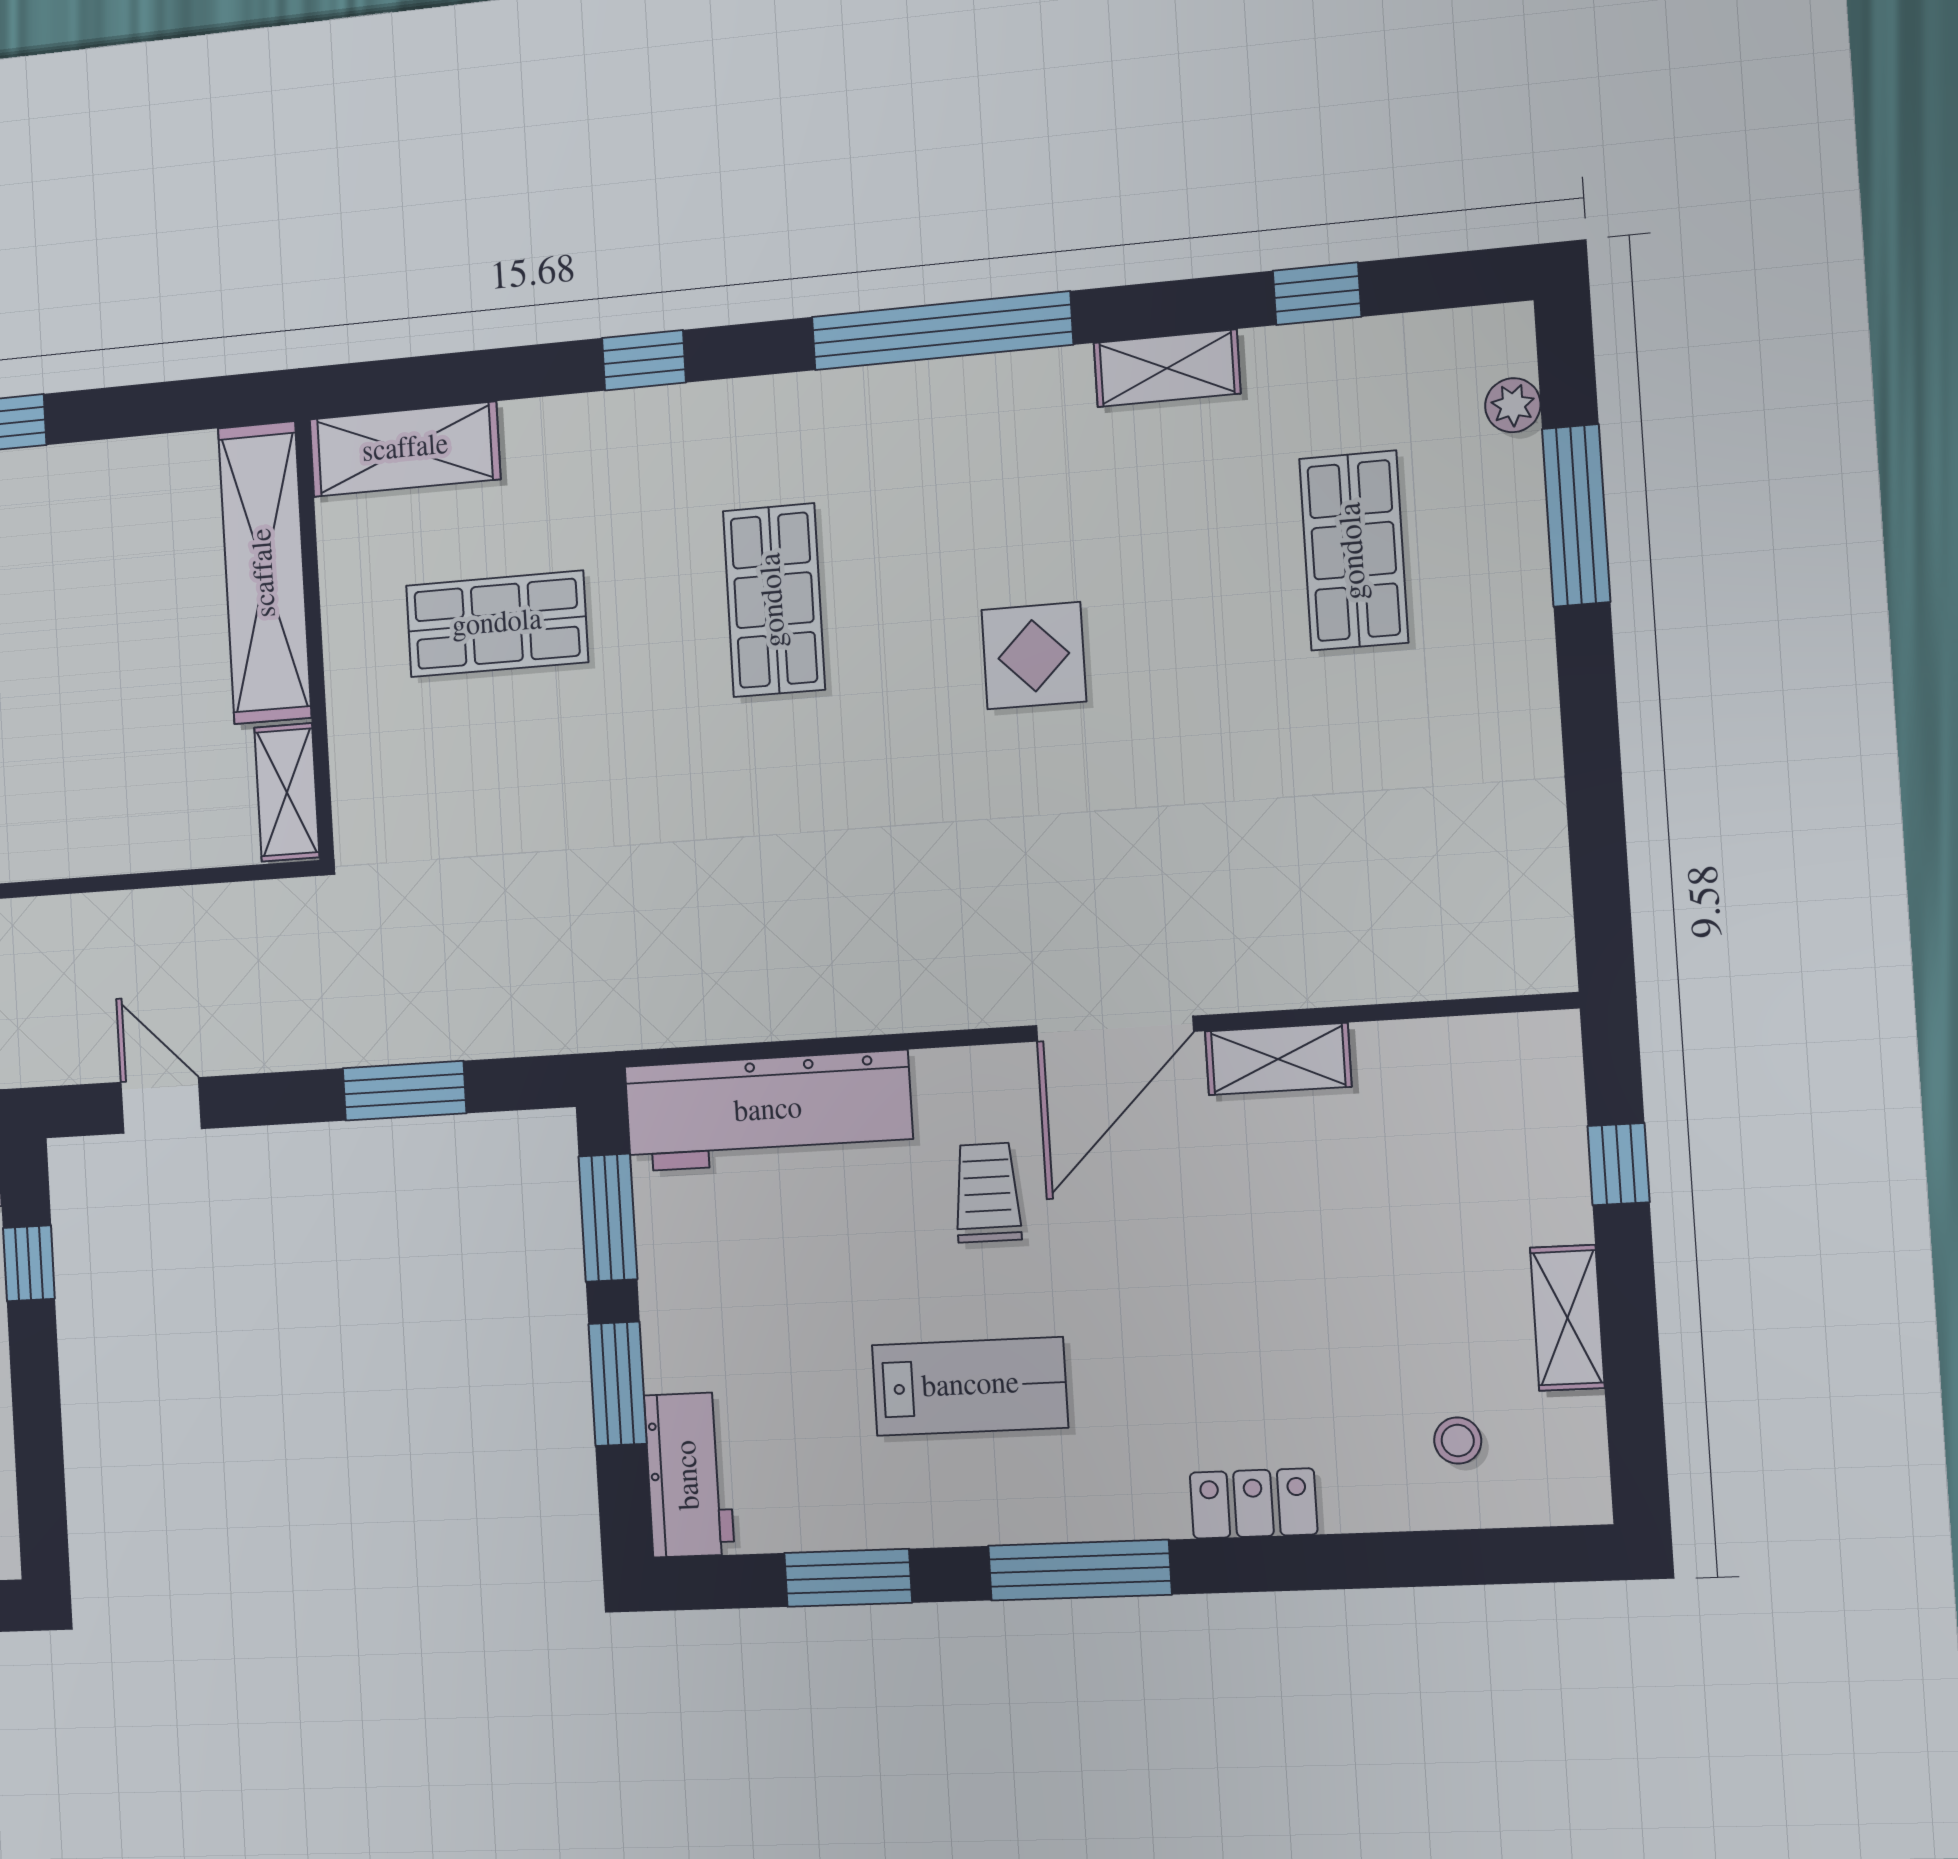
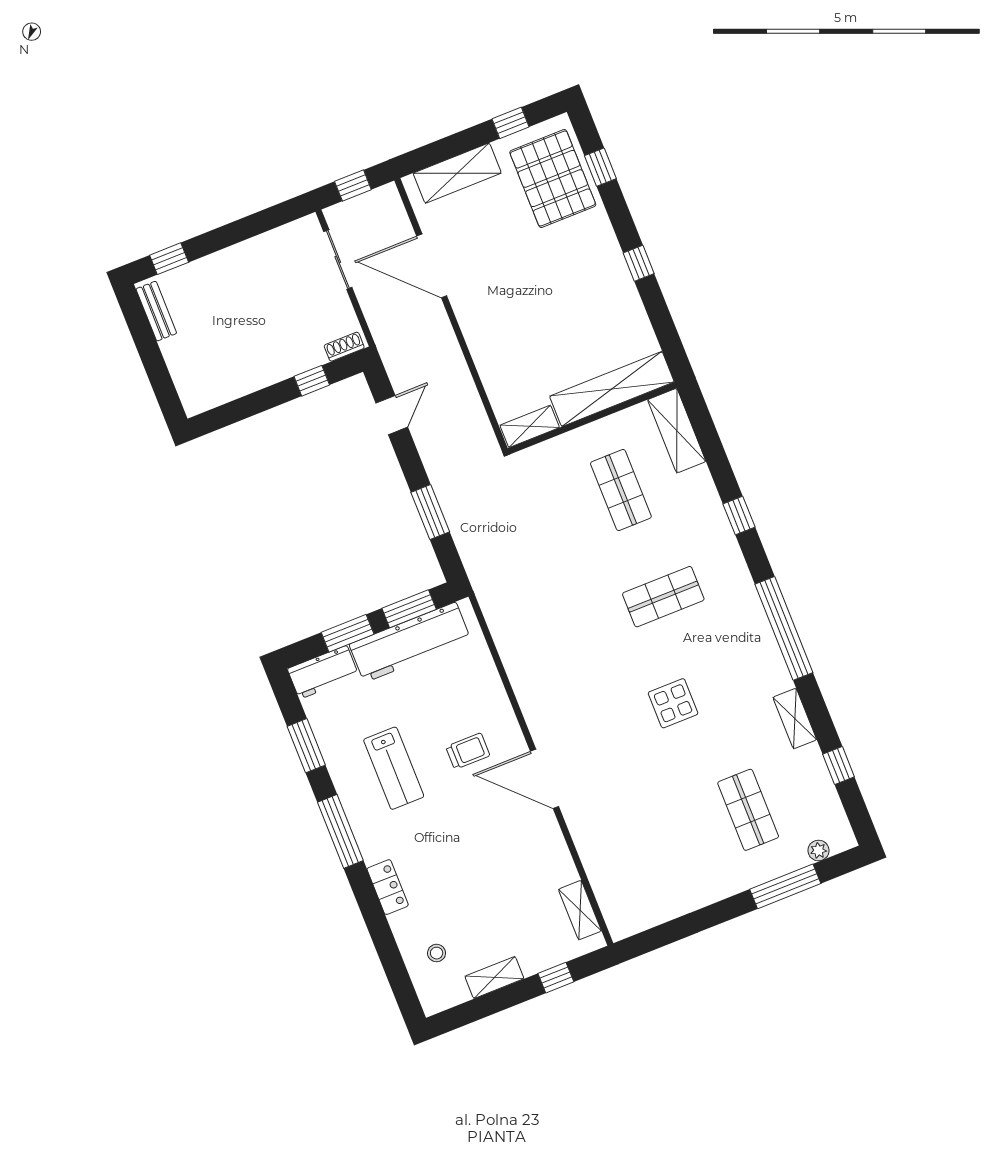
shop shelf: (1354, 551) -> (748, 810), turned 90
shelving: (1278, 1059) -> (580, 910), moved
workbench: (768, 1111) -> (410, 642), moved, turned -90

